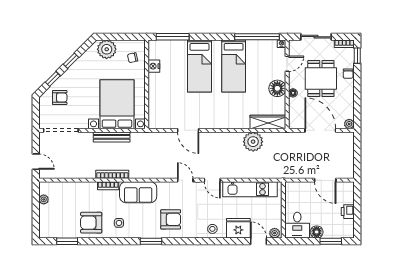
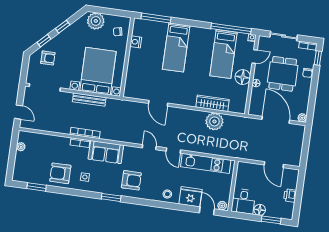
bed: (234, 66) -> (223, 54), moved
wardrobe: (268, 122) -> (213, 103), moved

